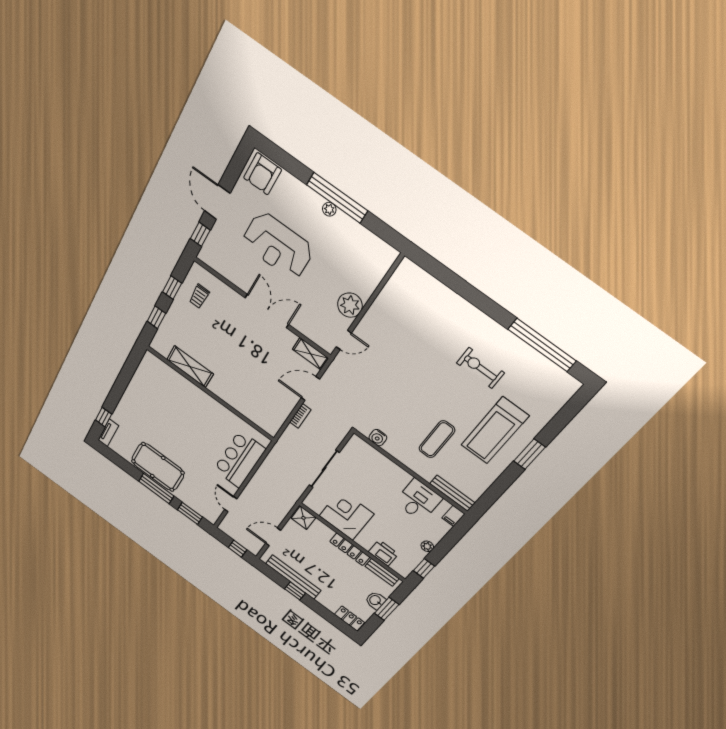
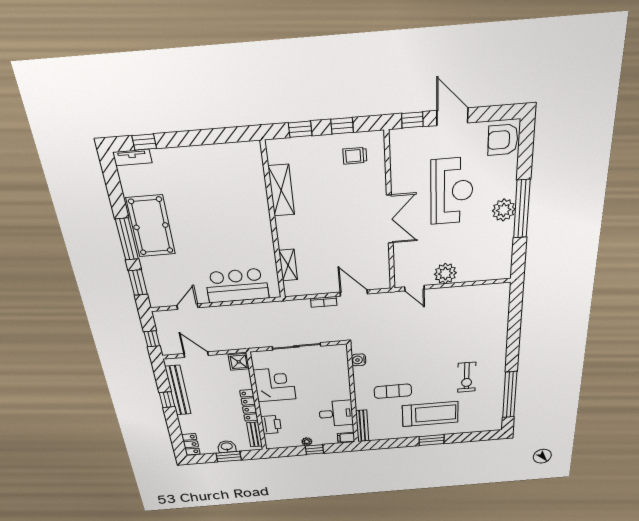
door: (217, 202) -> (452, 117), hinge flipped
plant: (329, 209) -> (504, 210), width x1.88, depth x1.88
reception desk: (278, 246) -> (452, 191), turned 180
shelving: (310, 354) -> (288, 265), moved
exercise bike: (480, 368) -> (467, 377), turned 180
treadmill: (495, 431) -> (430, 414), turned 180
window: (424, 568) -> (314, 450), moved

